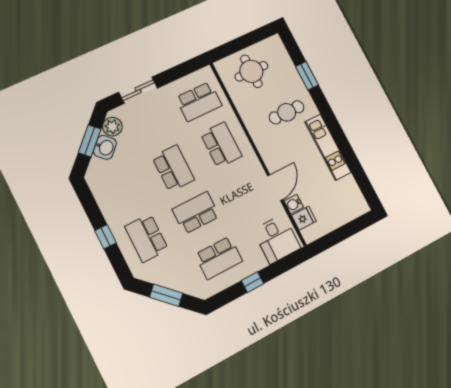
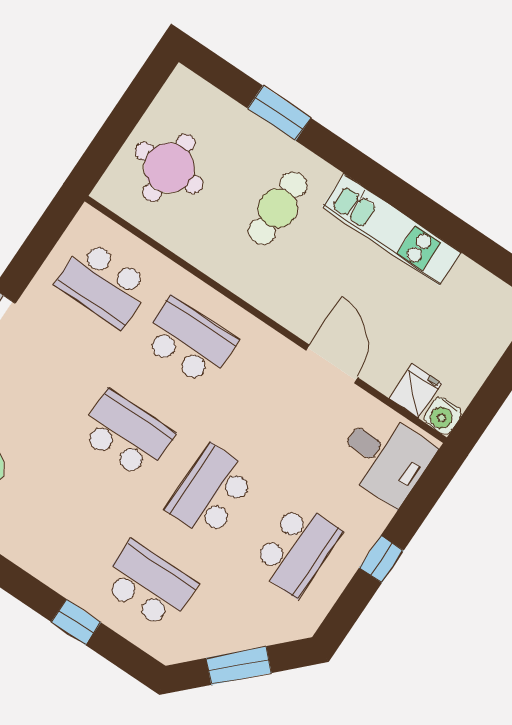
school desk: (199, 102) -> (104, 284), turned 90
water cooler: (294, 204) -> (443, 416), moved
school desk: (147, 238) -> (149, 585), turned 180

